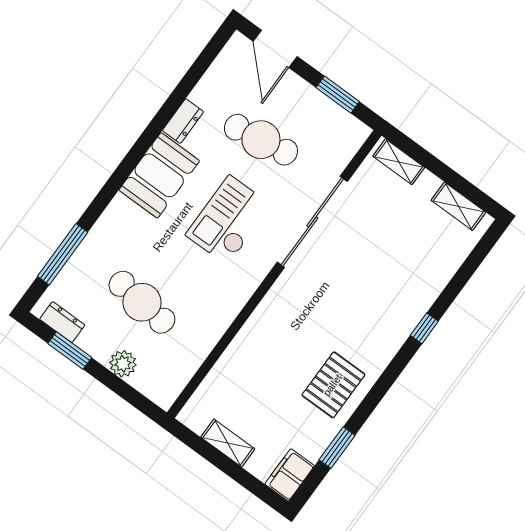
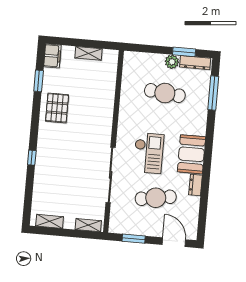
dresser: (62, 322) -> (195, 63), width x1.44
plant: (123, 364) -> (172, 62), moved

